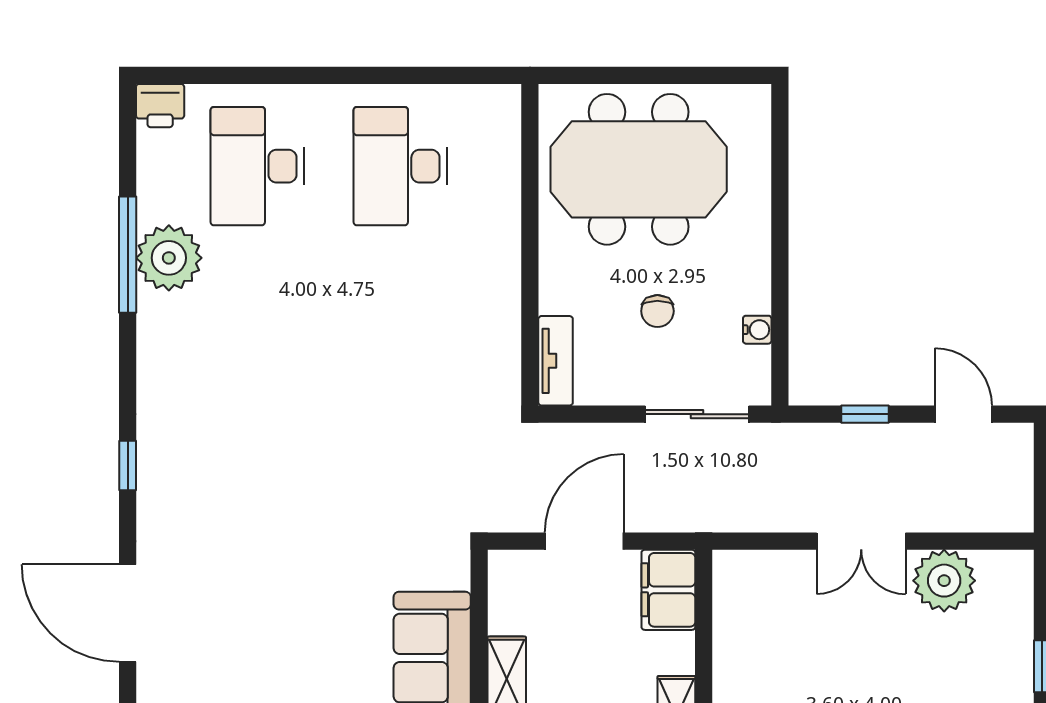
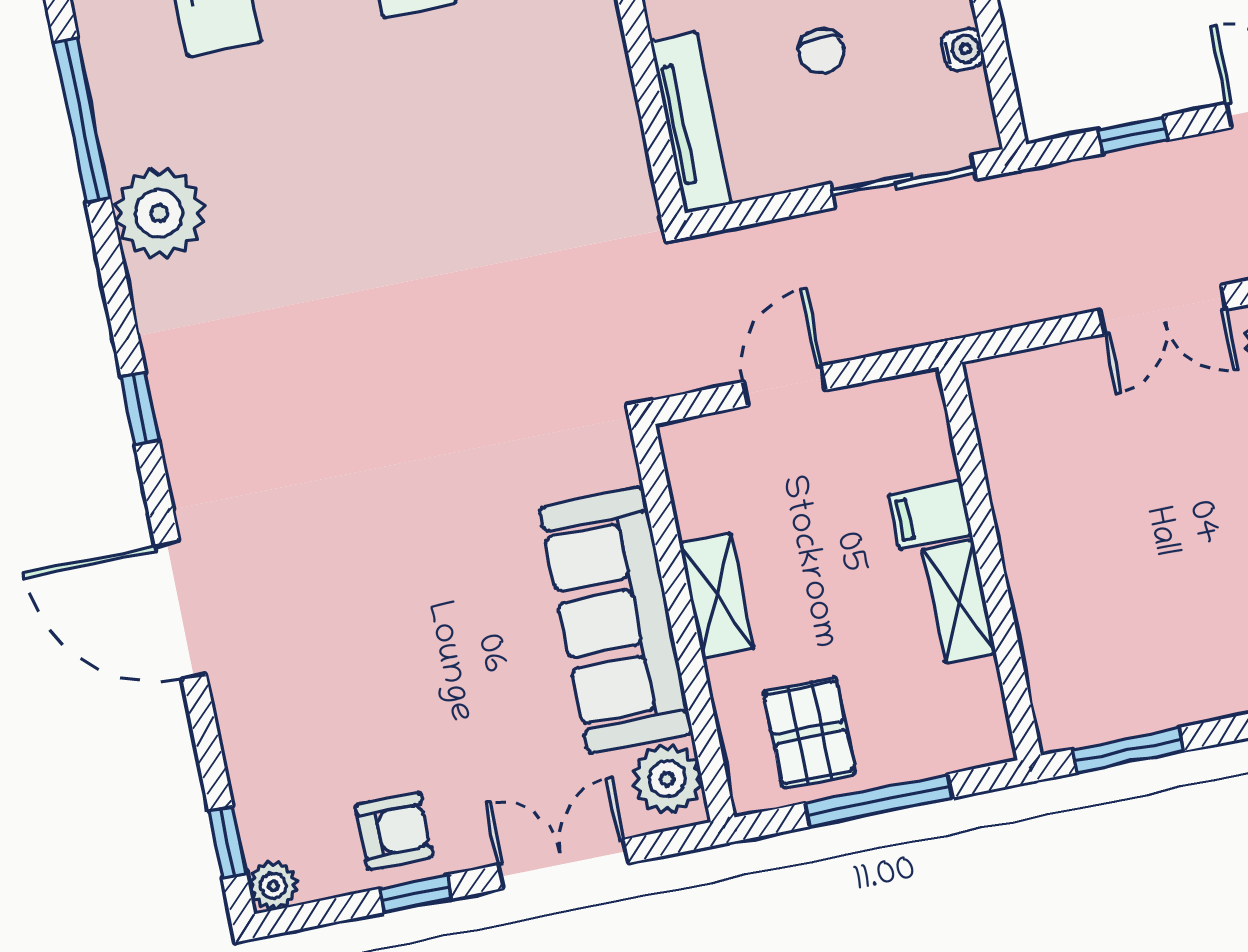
plant: (169, 258) -> (159, 213), moved
tv unit: (556, 361) -> (691, 122), width x1.41
door: (584, 541) -> (785, 386), width x0.73
filing cabinet: (668, 590) -> (930, 515), moved, width x0.50

